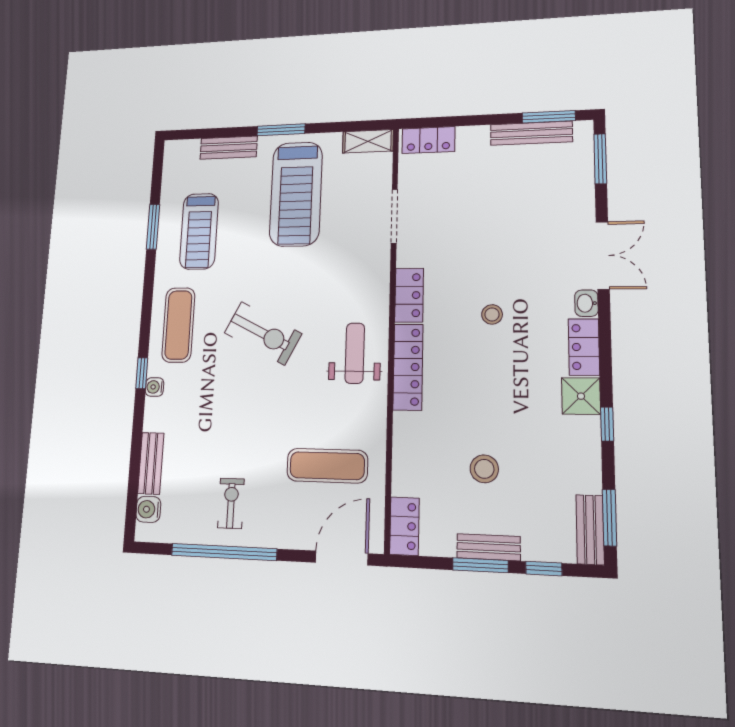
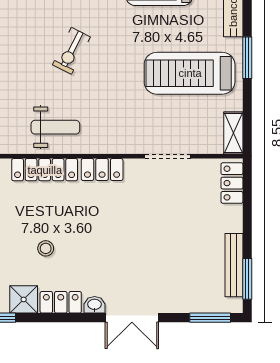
stool: (492, 314) -> (46, 248), moved
exercise bike: (263, 333) -> (71, 51), width x0.73, depth x0.72

